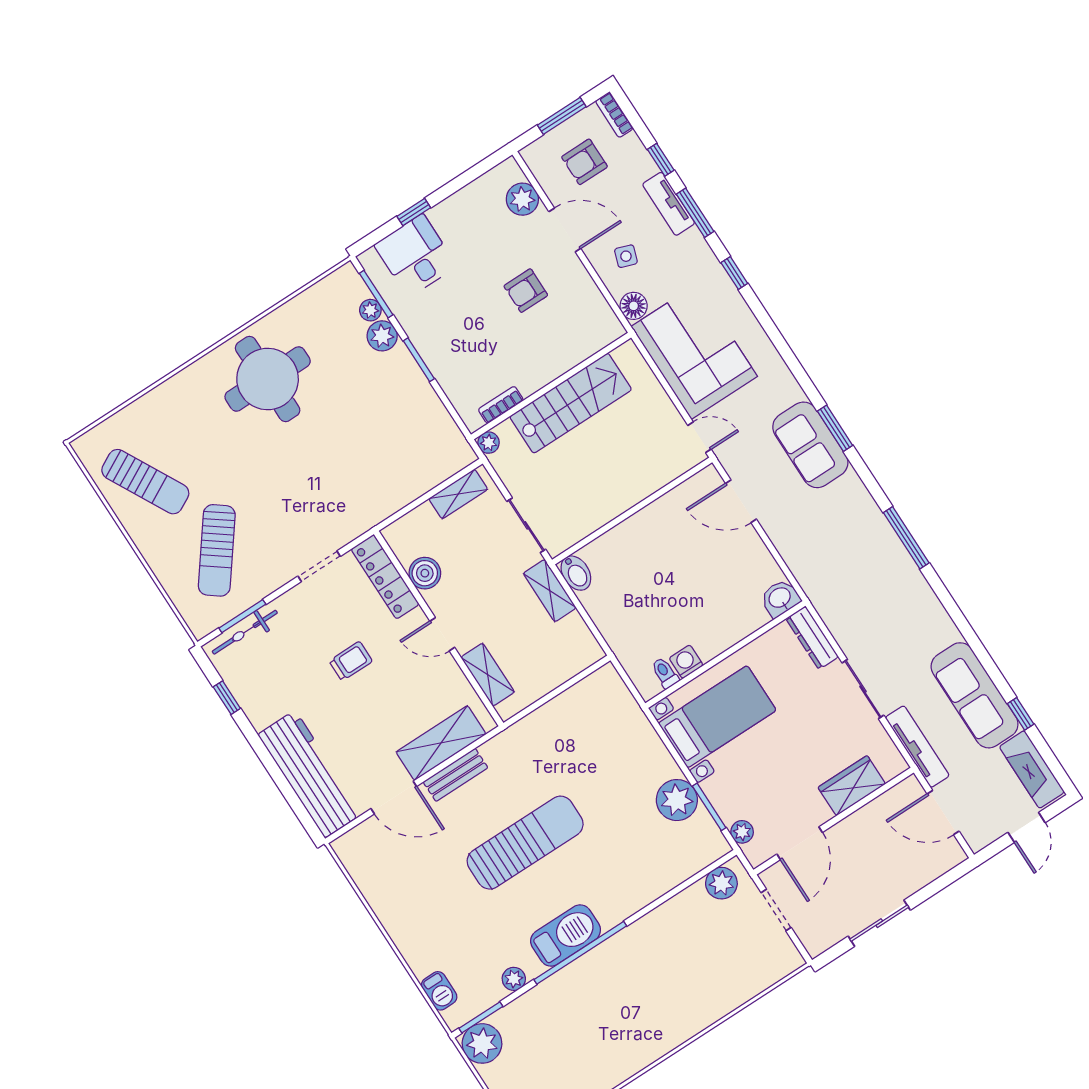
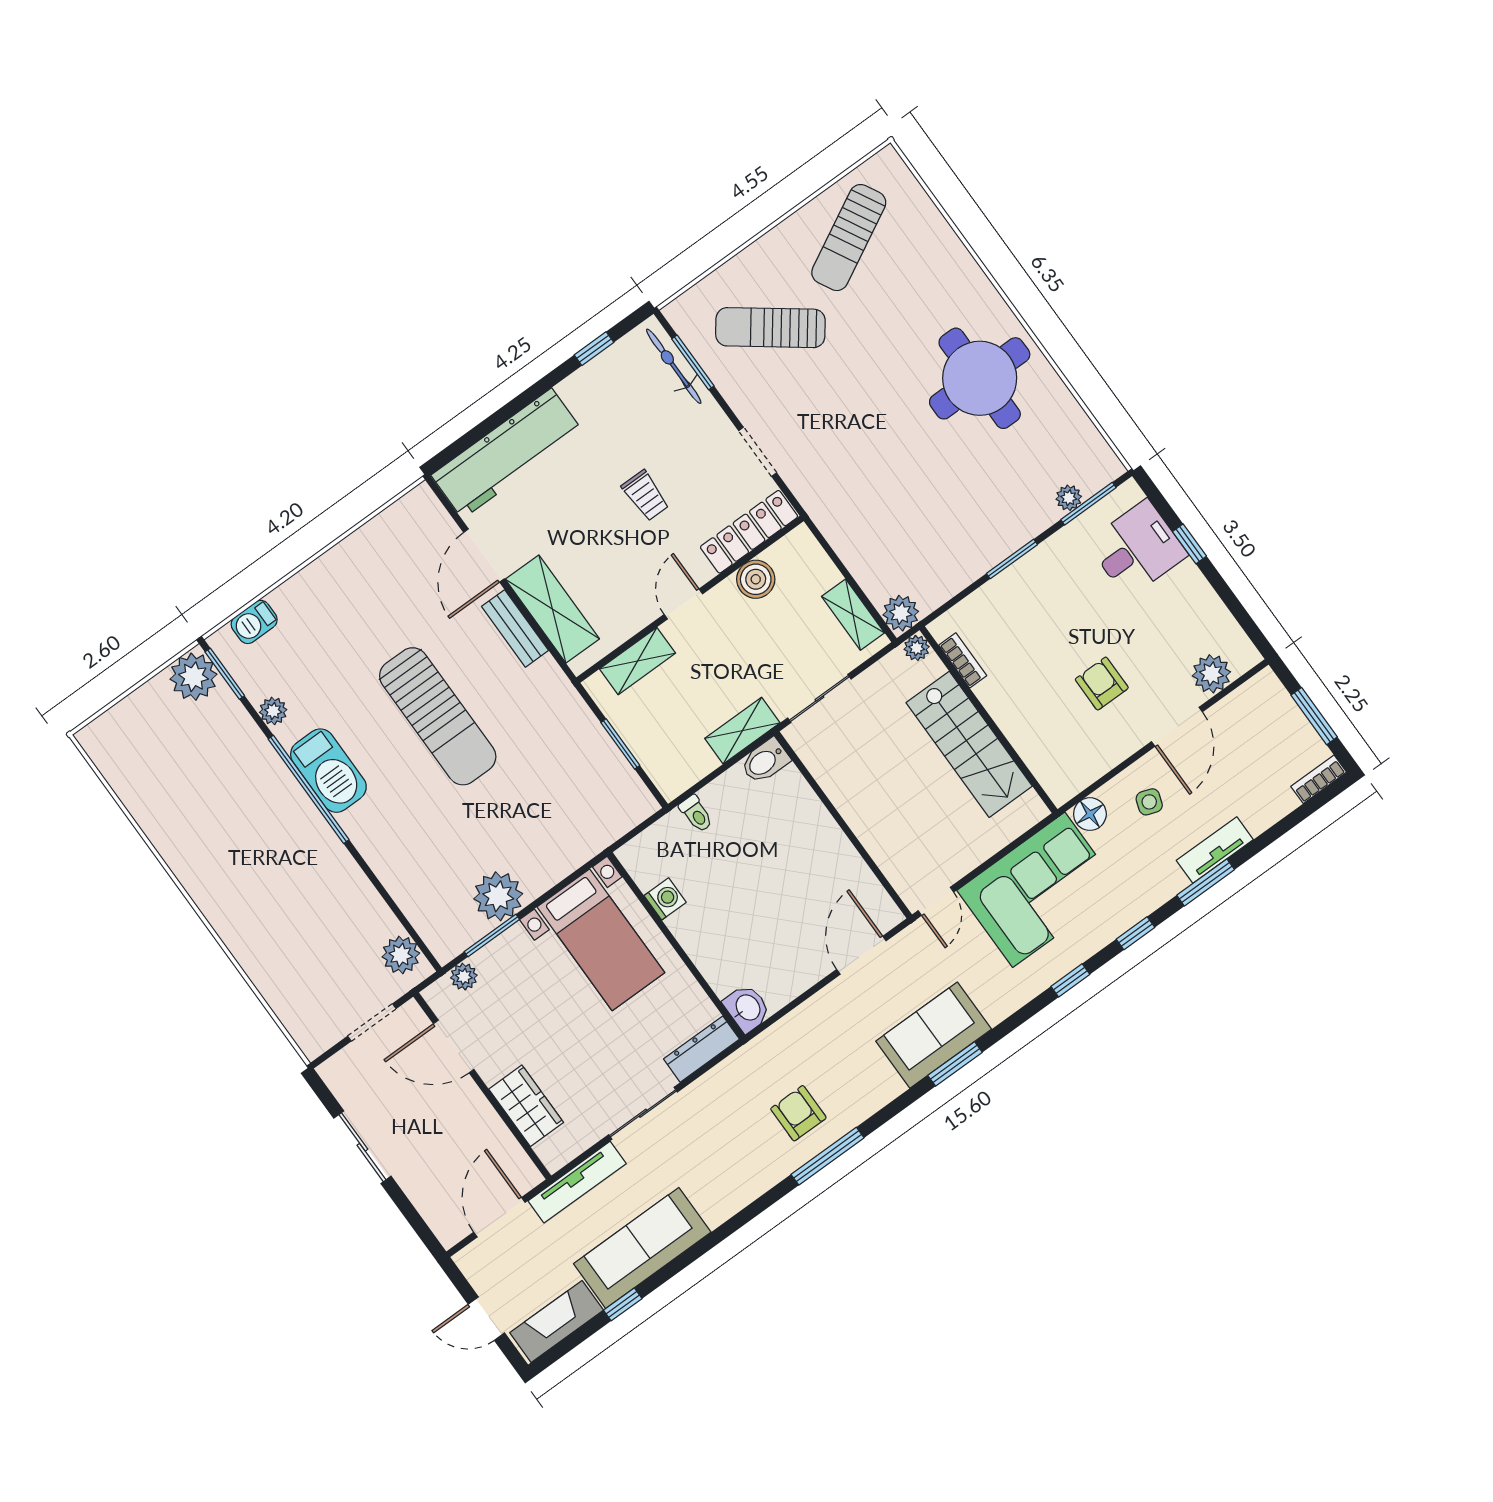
window: (661, 160) -> (1070, 980), moved
armchair: (584, 162) -> (798, 1113), moved
plant: (382, 336) -> (901, 613), moved
toilet: (665, 673) -> (696, 814), moved, turned 90
window: (556, 692) -> (620, 744), added

